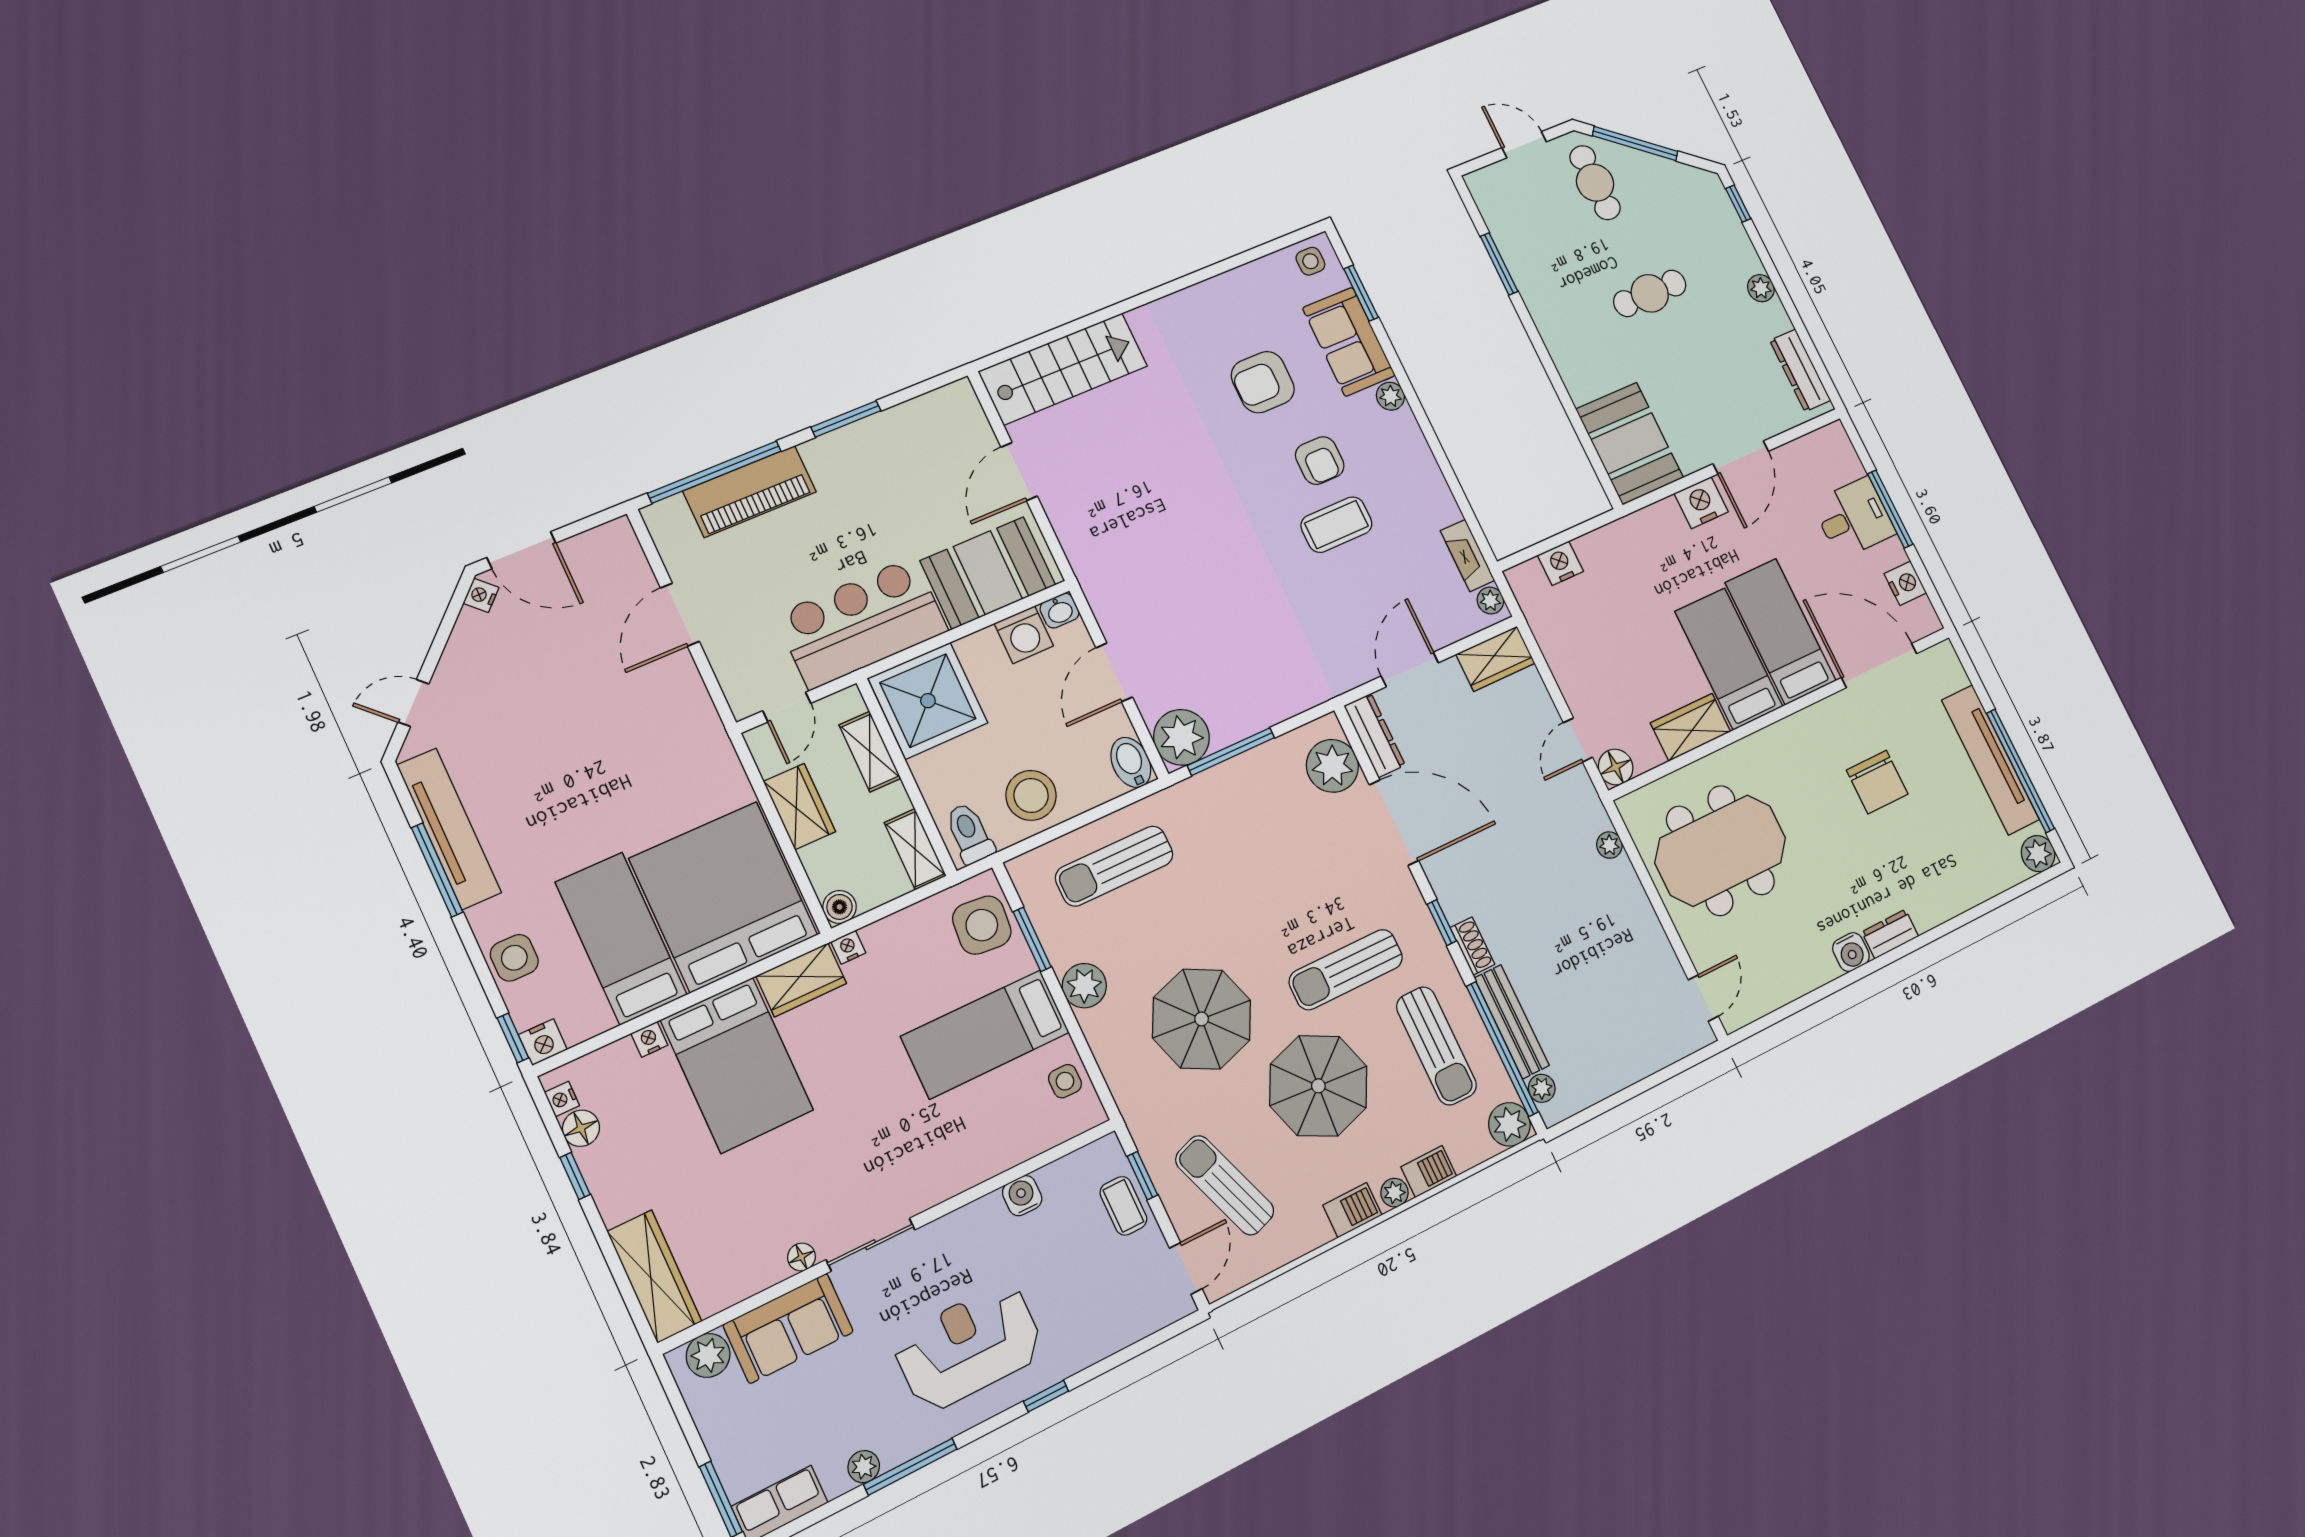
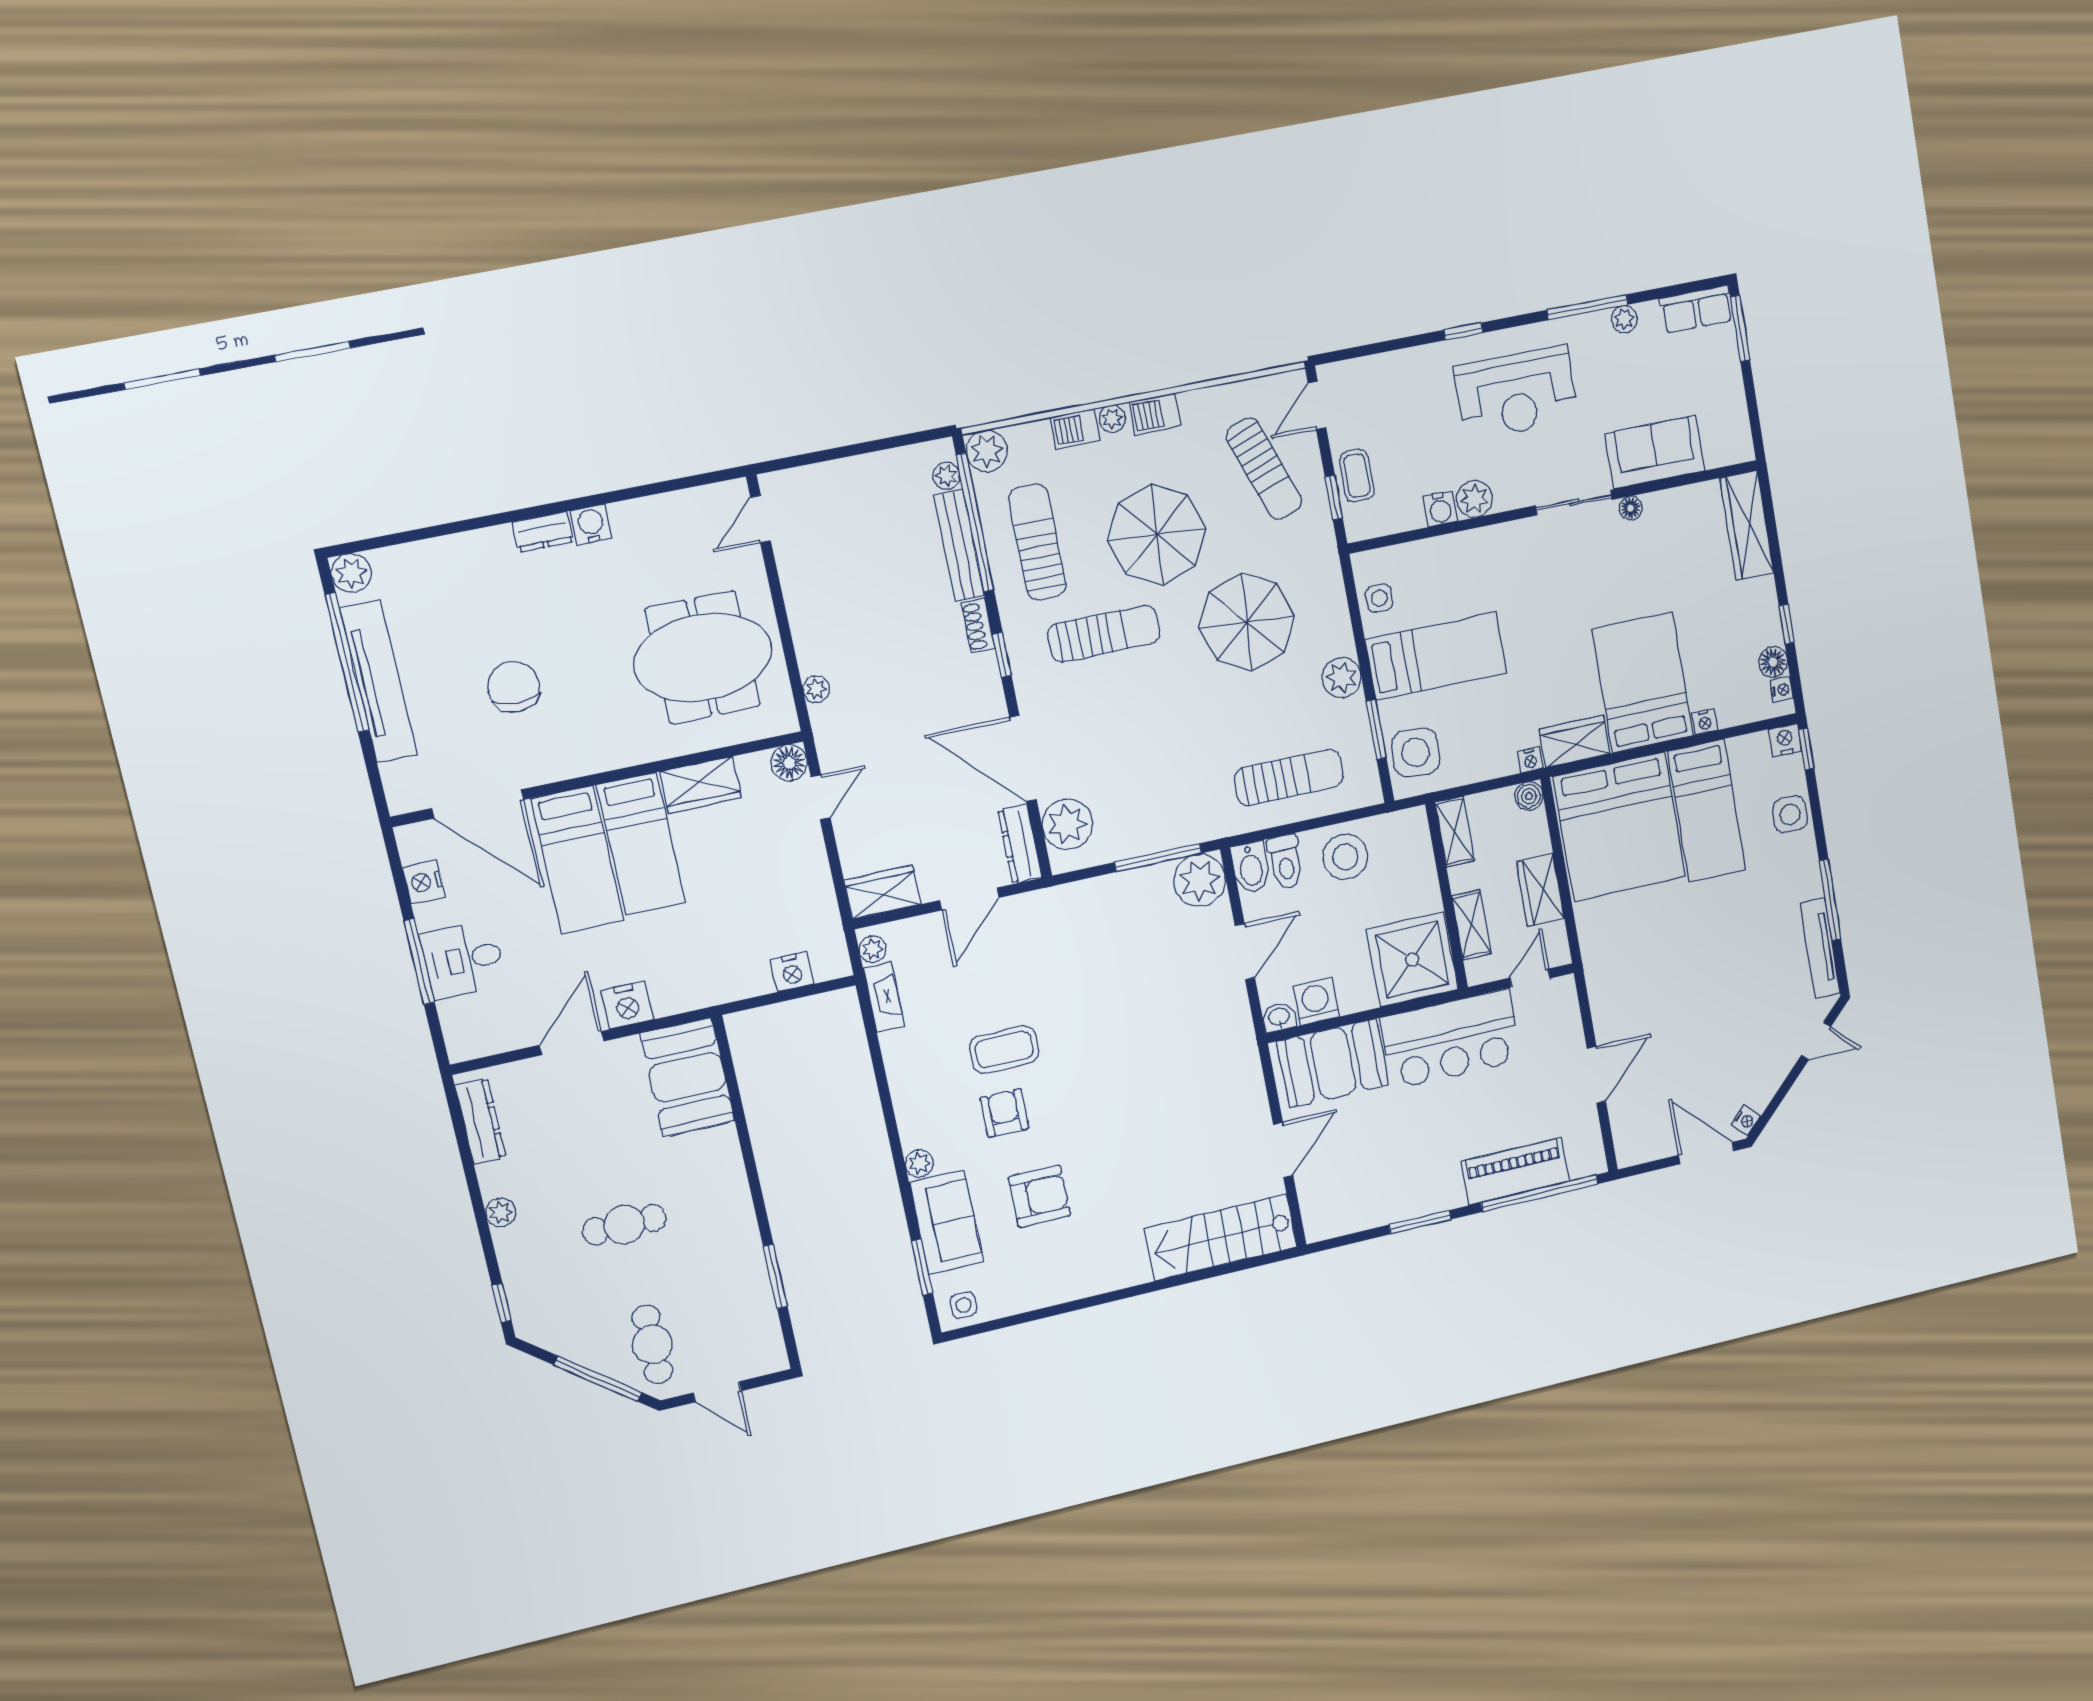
tv unit: (449, 829) -> (1820, 948), width x0.73, depth x0.78
toilet: (970, 833) -> (1285, 862), moved
plant: (708, 1355) -> (1474, 499), moved

